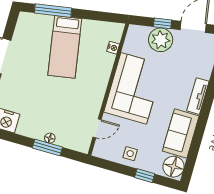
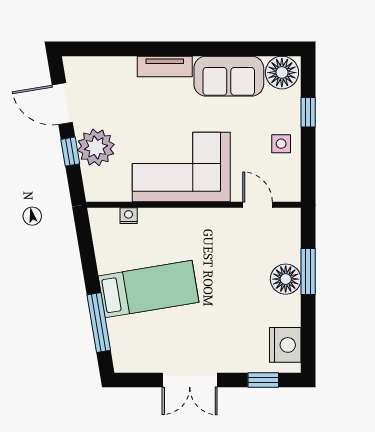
floor lamp: (50, 138) -> (286, 279), width x1.89, depth x1.89

